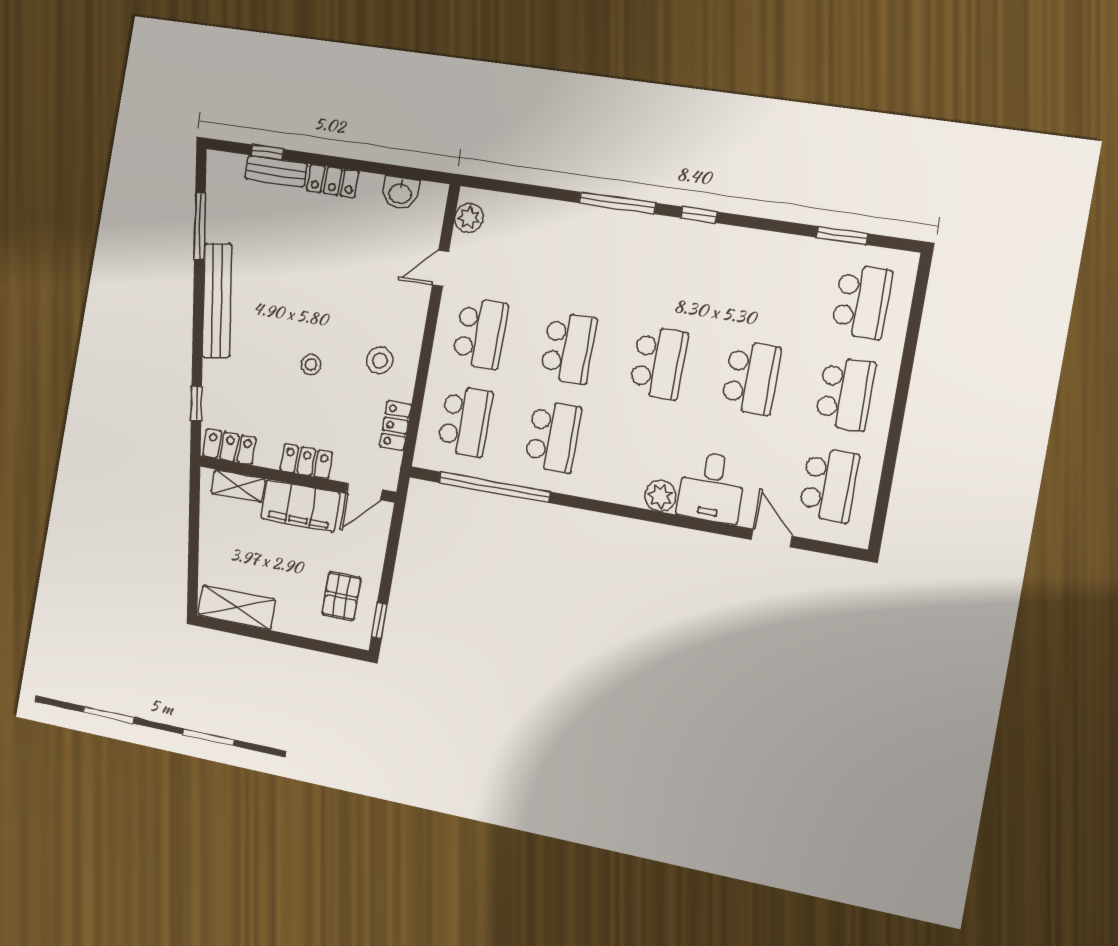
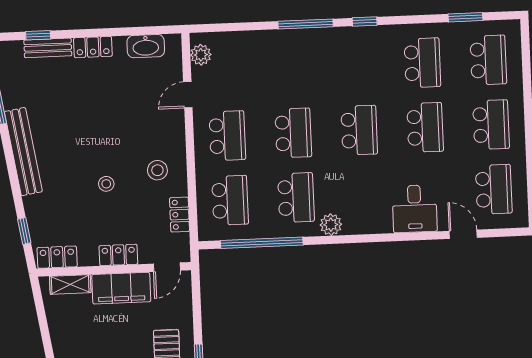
washbasin: (400, 193) -> (146, 46), width x1.38
school desk: (767, 287) -> (422, 63), added
plant: (660, 496) -> (331, 225), moved

